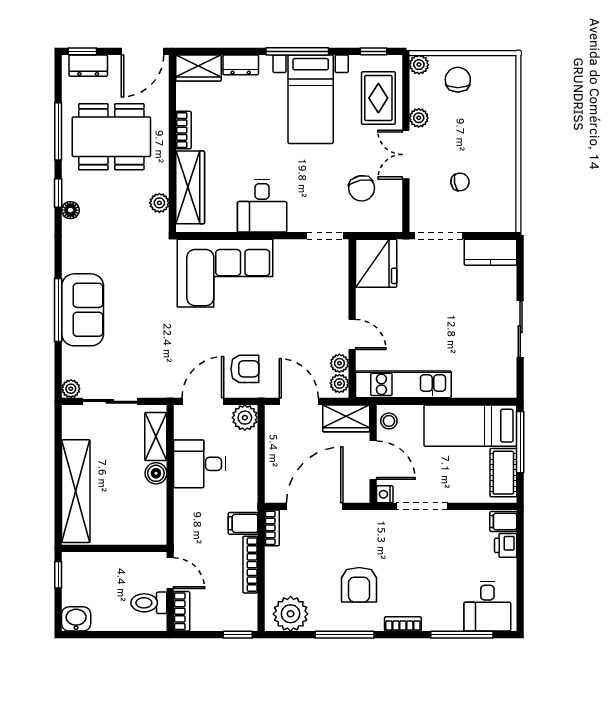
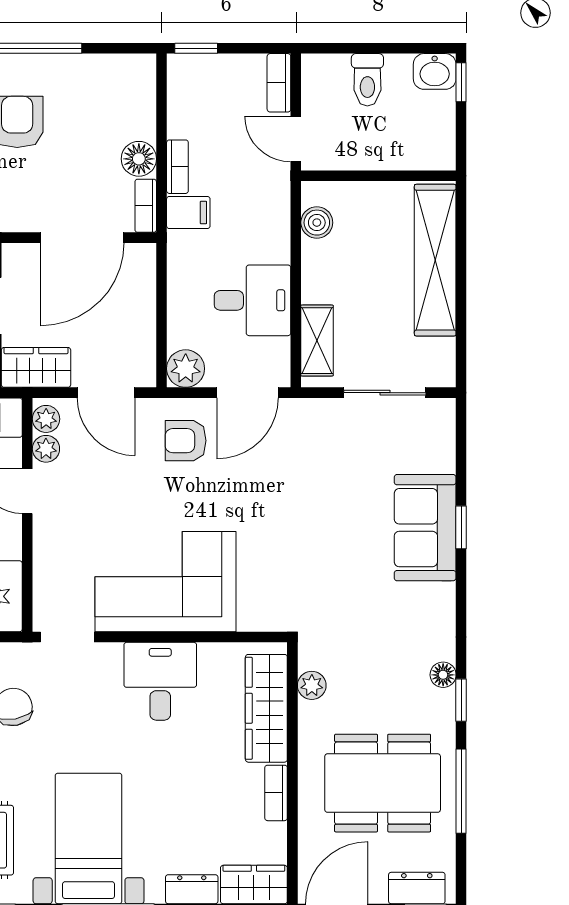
corner sofa: (225, 273) -> (165, 582), moved
window: (58, 310) -> (461, 527), width x0.46
plant: (71, 389) -> (442, 411), removed
boiler: (156, 473) -> (317, 223), moved
floor lamp: (277, 560) -> (139, 159), added
bookcase: (250, 565) -> (177, 167), width x0.64
window: (58, 575) -> (461, 82), moved
toilet: (149, 603) -> (367, 80), moved, turned 90
plant: (291, 614) -> (118, 79), removed

